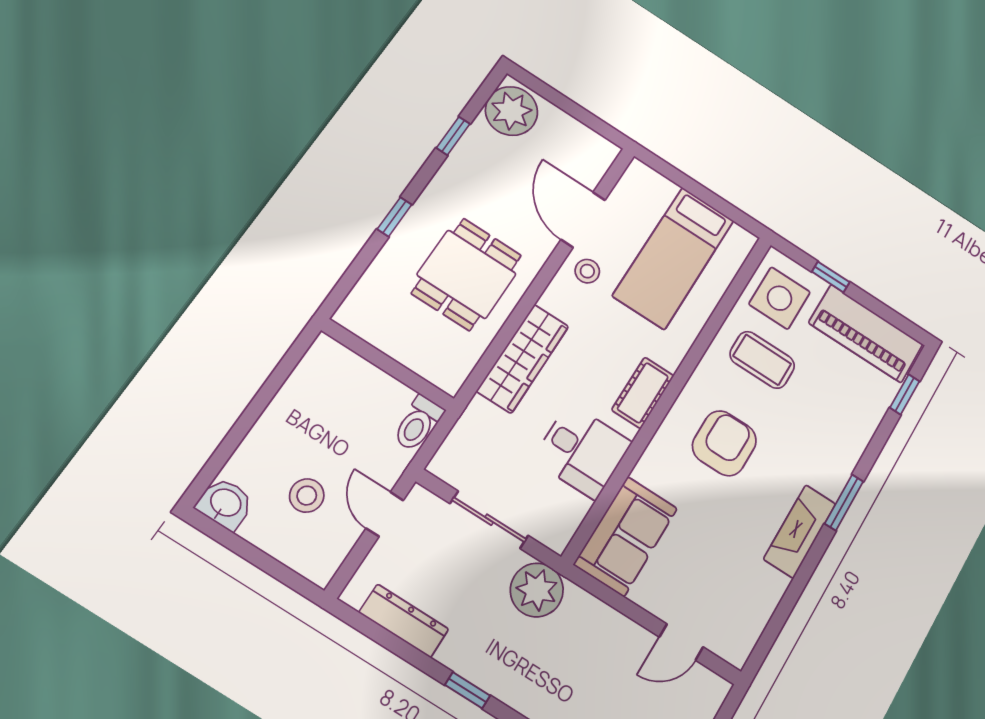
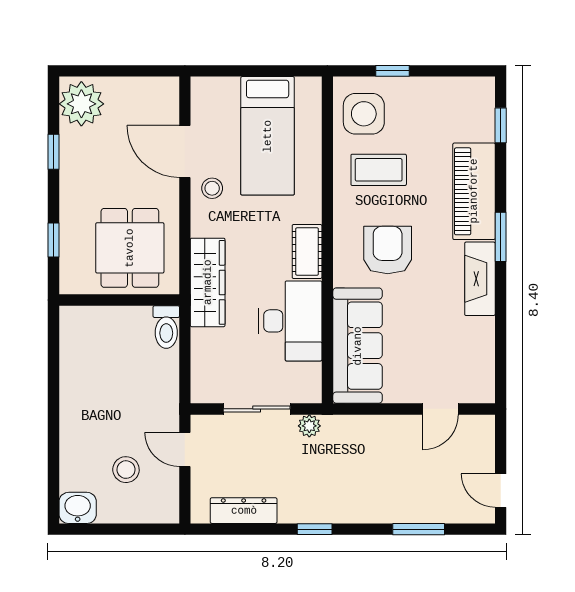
piano: (866, 334) -> (474, 191), moved, turned 90
wall: (388, 365) -> (119, 300), moved
toilet: (418, 423) -> (166, 327), moved
desk: (582, 451) -> (290, 321), width x1.37
sofa: (626, 536) -> (358, 346), width x1.36
plant: (537, 590) -> (309, 426), width x0.53, depth x0.53

